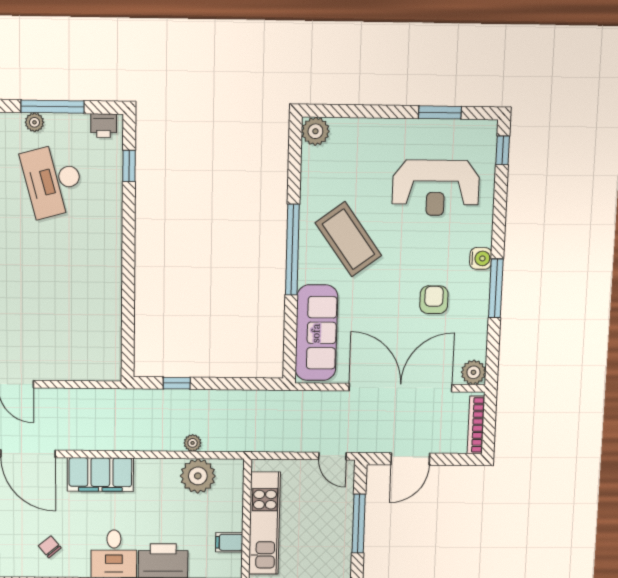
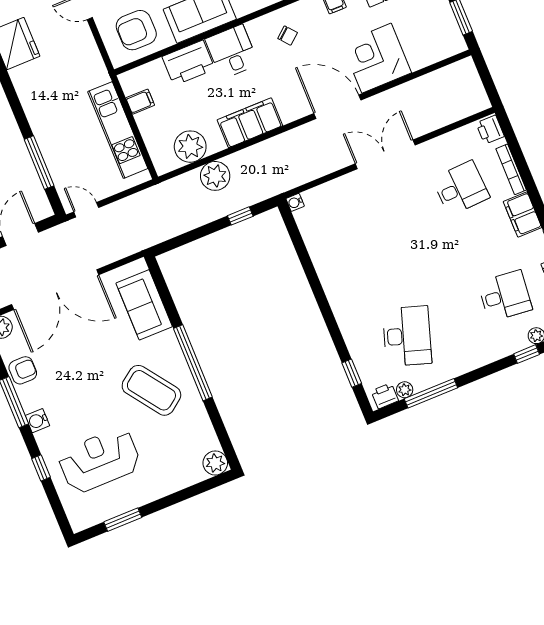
plant: (34, 122) -> (405, 390), moved
window: (503, 150) -> (41, 468), moved
desk: (53, 181) -> (407, 336), turned 33
armchair: (434, 300) -> (23, 370), moved, turned -90
sofa: (316, 333) -> (144, 305), width x0.73
water cooler: (114, 373) -> (295, 202), added
plant: (193, 443) -> (215, 176), width x1.88, depth x1.88
filing cabinet: (100, 475) -> (250, 123), moved

